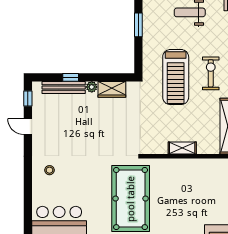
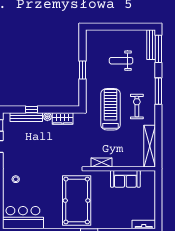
treadmill: (176, 77) -> (111, 109), turned 180
shelving: (182, 148) -> (101, 163), moved
sofa: (195, 170) -> (125, 179), added

